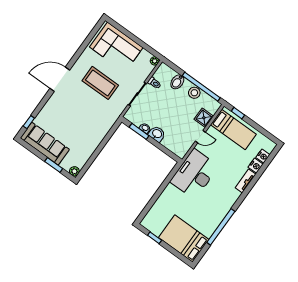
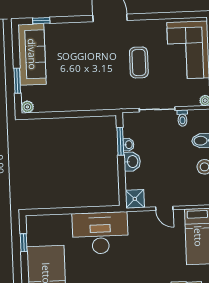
coffee table: (100, 83) -> (139, 62), width x0.73, depth x0.76
shower: (204, 118) -> (135, 199), moved
desk: (194, 174) -> (100, 233), moved

